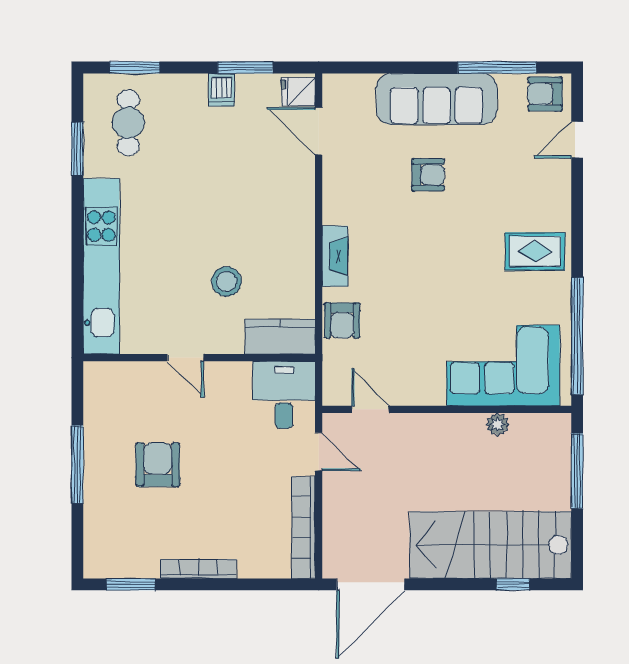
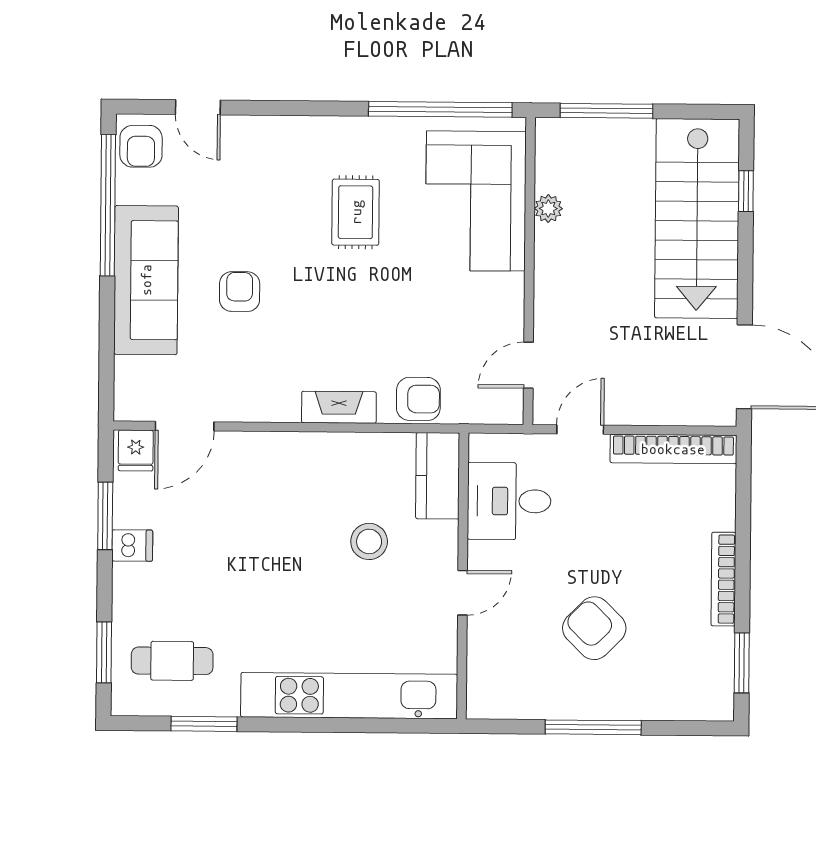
window: (497, 67) -> (108, 205), width x1.46
rug: (535, 251) -> (356, 212), moved
desk: (284, 395) -> (509, 501), moved
armchair: (158, 465) -> (594, 628), turned 45

